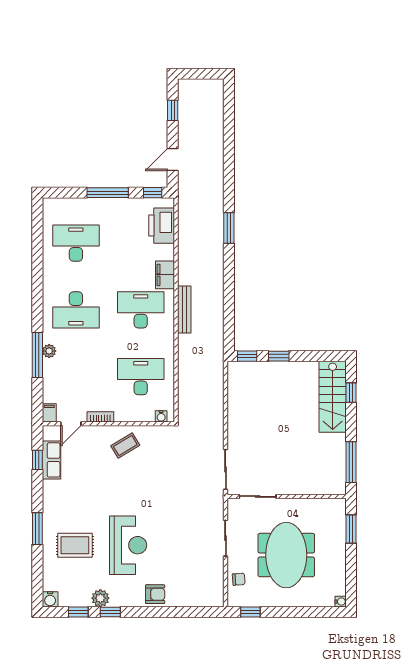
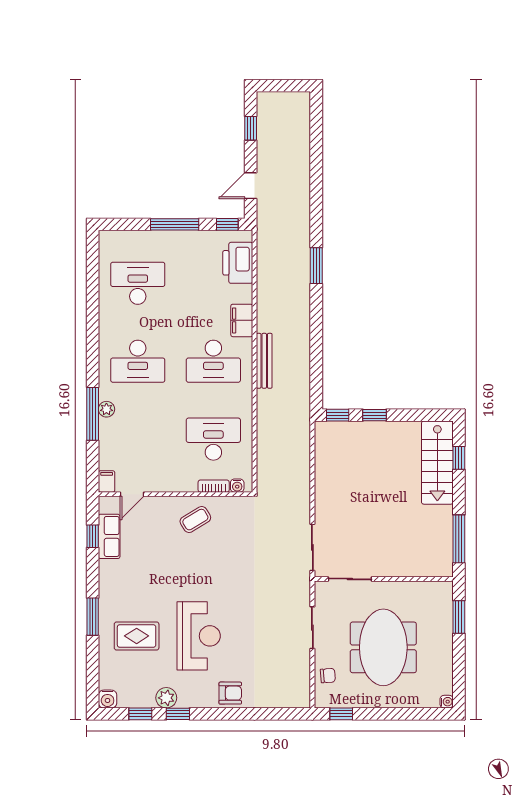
desk: (141, 310) -> (213, 361), turned 180
bookcase: (100, 417) -> (214, 486), moved

